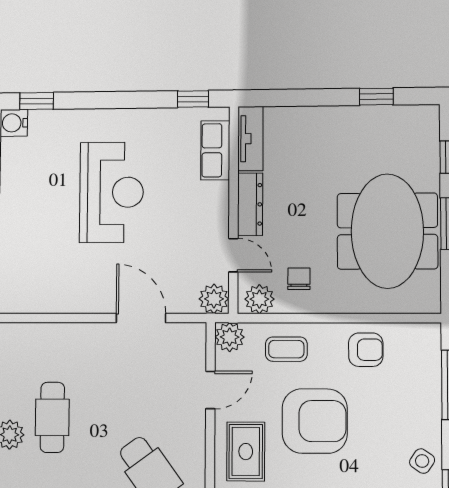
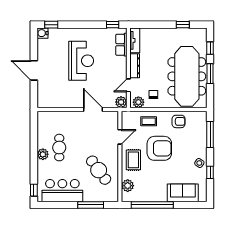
meeting table: (387, 231) -> (187, 76), width x1.36
door: (233, 255) -> (128, 85), swing flipped
plant: (230, 337) -> (127, 117), removed

